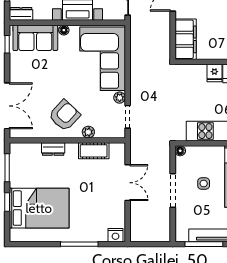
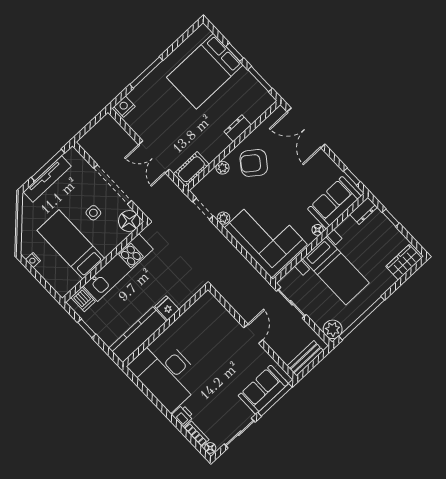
filing cabinet: (186, 39) -> (215, 313), removed
armchair: (64, 115) -> (254, 163), turned 84
cot: (94, 151) -> (191, 169), moved
floor lamp: (180, 151) -> (129, 221), width x1.89, depth x1.89
doorway: (173, 191) -> (112, 184), width x1.36

